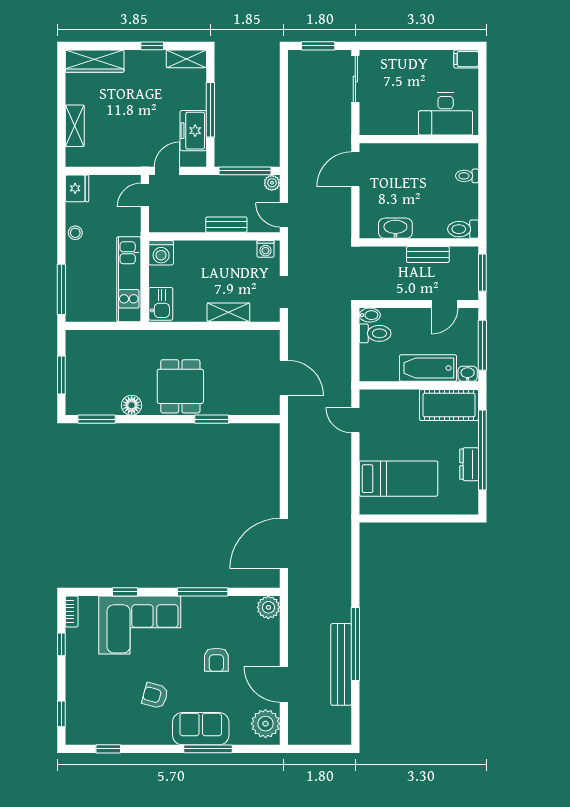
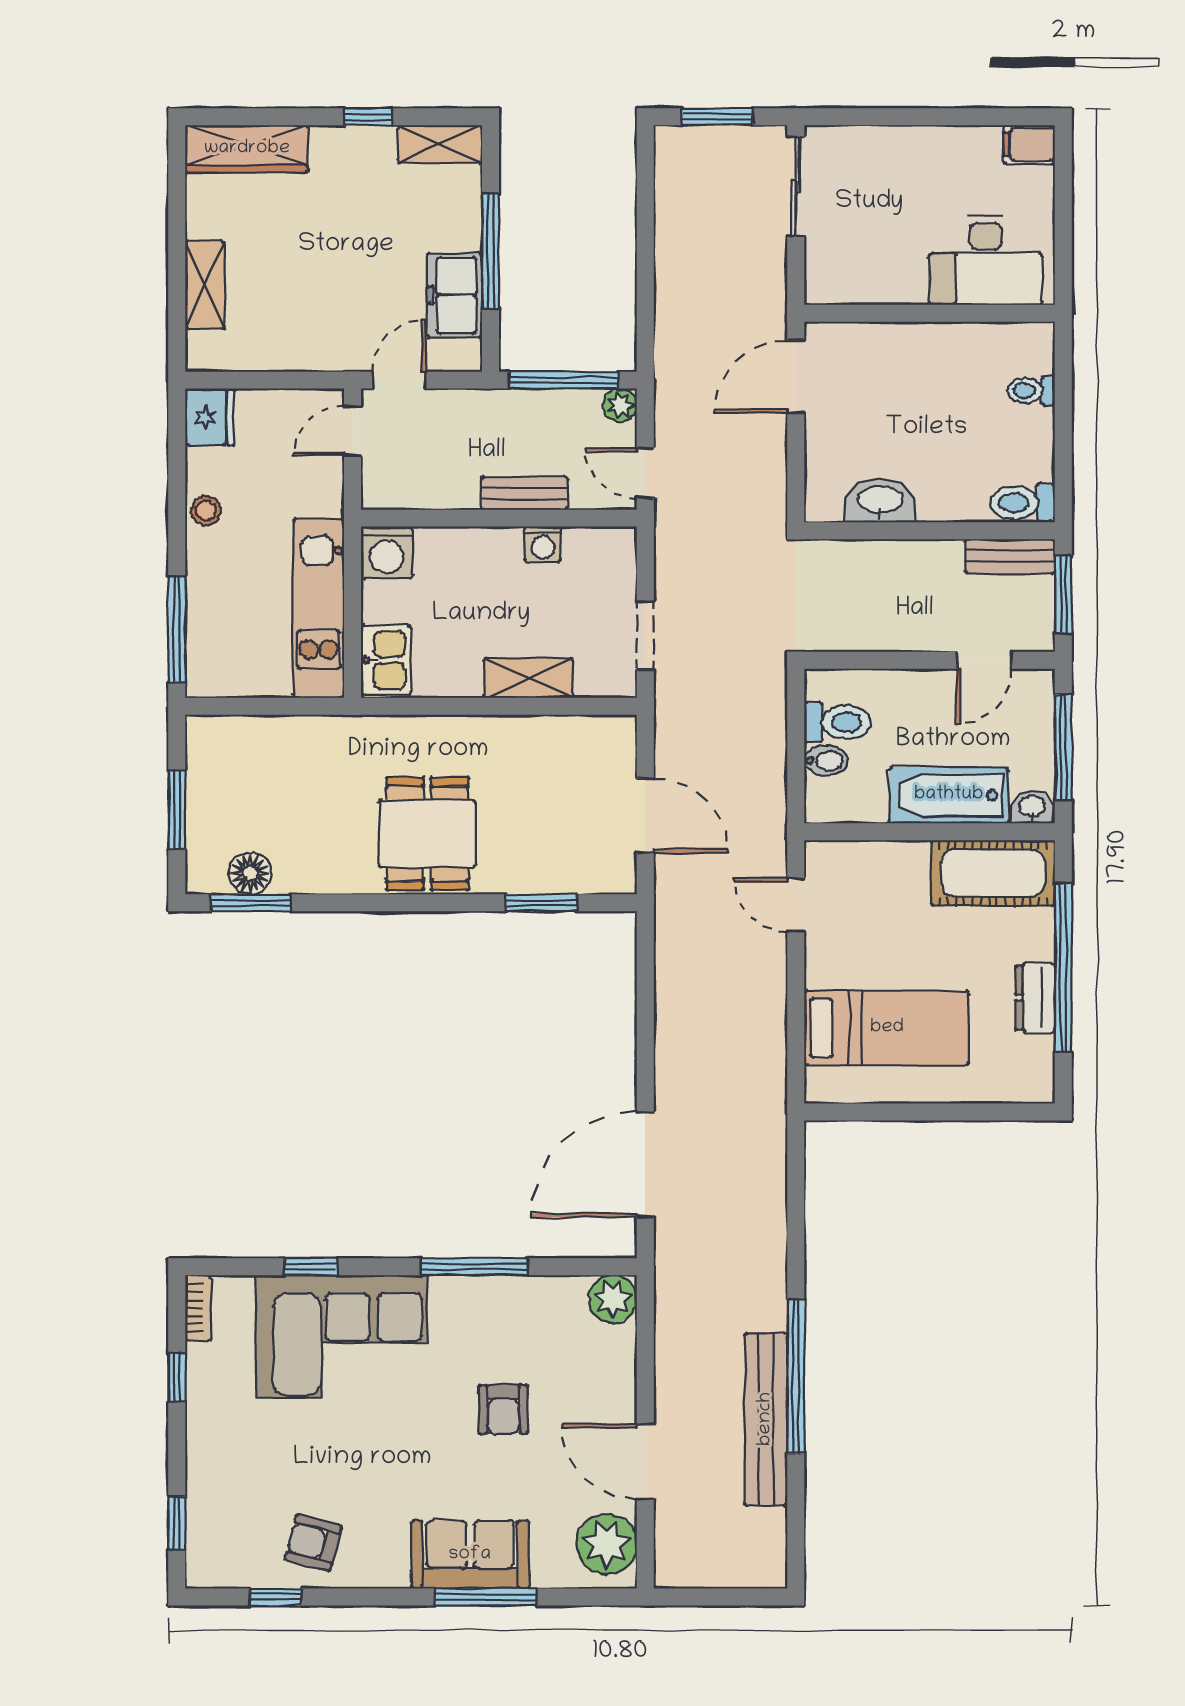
washing machine: (265, 249) -> (543, 544), moved
bench: (428, 255) -> (1010, 556), moved
bidet: (370, 315) -> (826, 761), moved
floor lamp: (132, 405) -> (250, 873), moved
window: (212, 419) -> (541, 903), moved
armchair: (155, 696) -> (313, 1543), moved

